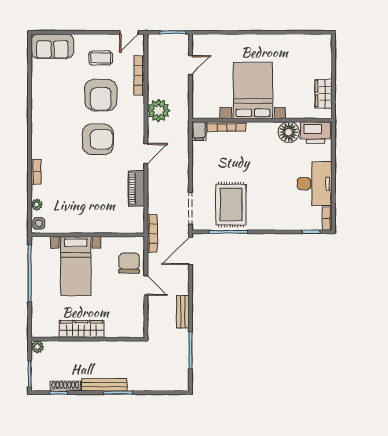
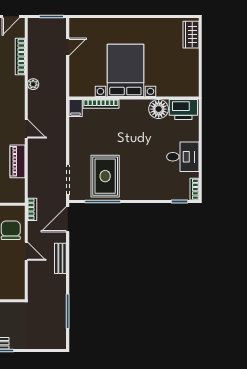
wardrobe: (324, 94) -> (191, 35), moved
plant: (159, 111) -> (33, 84), width x0.53, depth x0.53
door: (146, 153) -> (26, 129), hinge flipped
desk: (315, 184) -> (183, 157), width x0.73
bookcase: (152, 233) -> (32, 209), width x0.64
bench: (183, 312) -> (60, 258), moved

